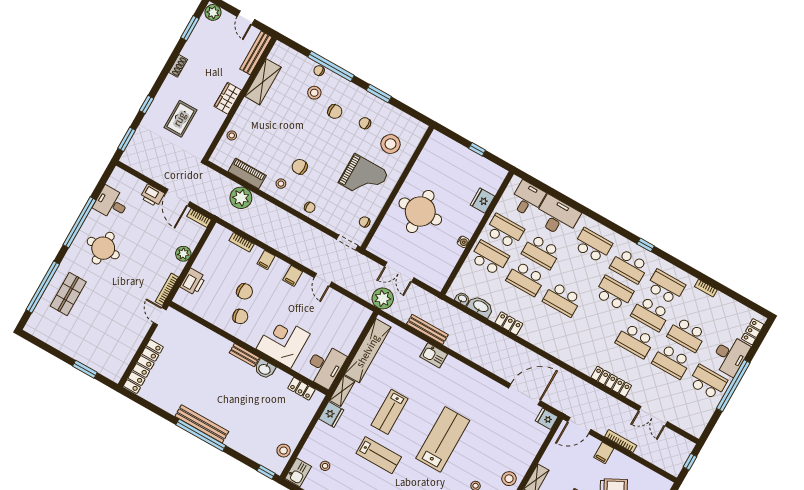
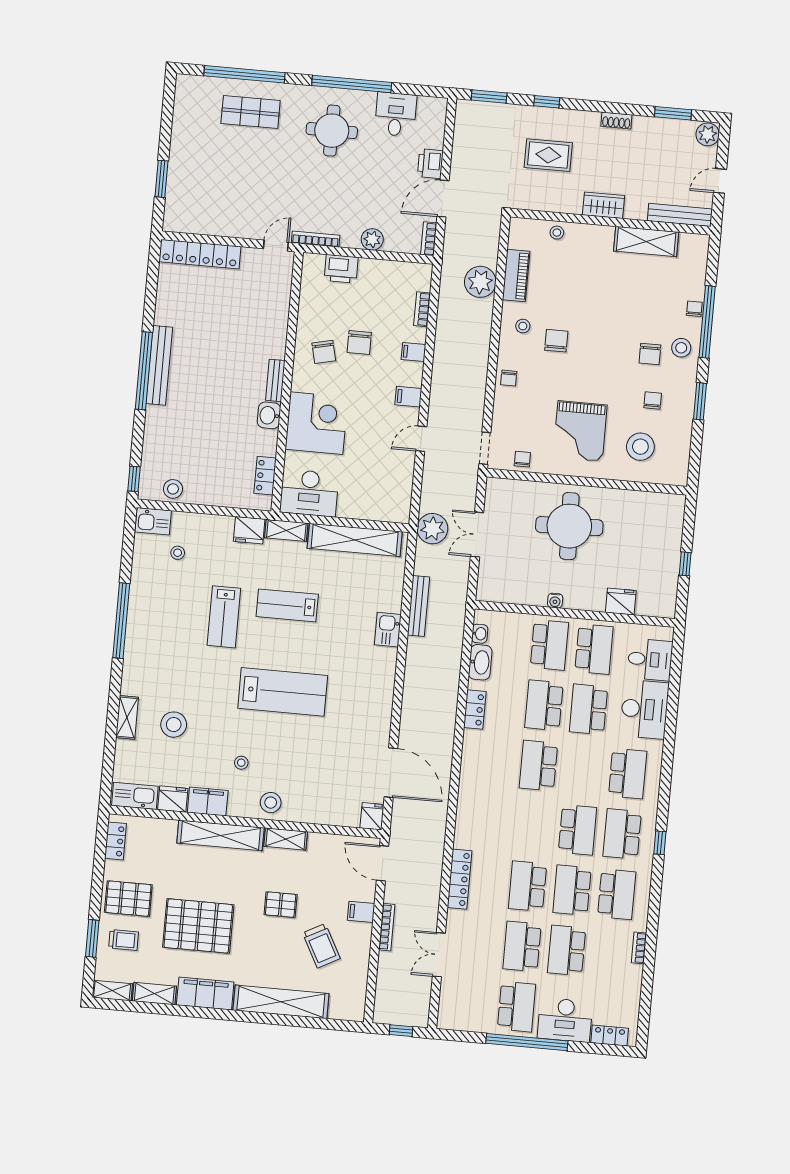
stool: (314, 93) -> (681, 348), moved

